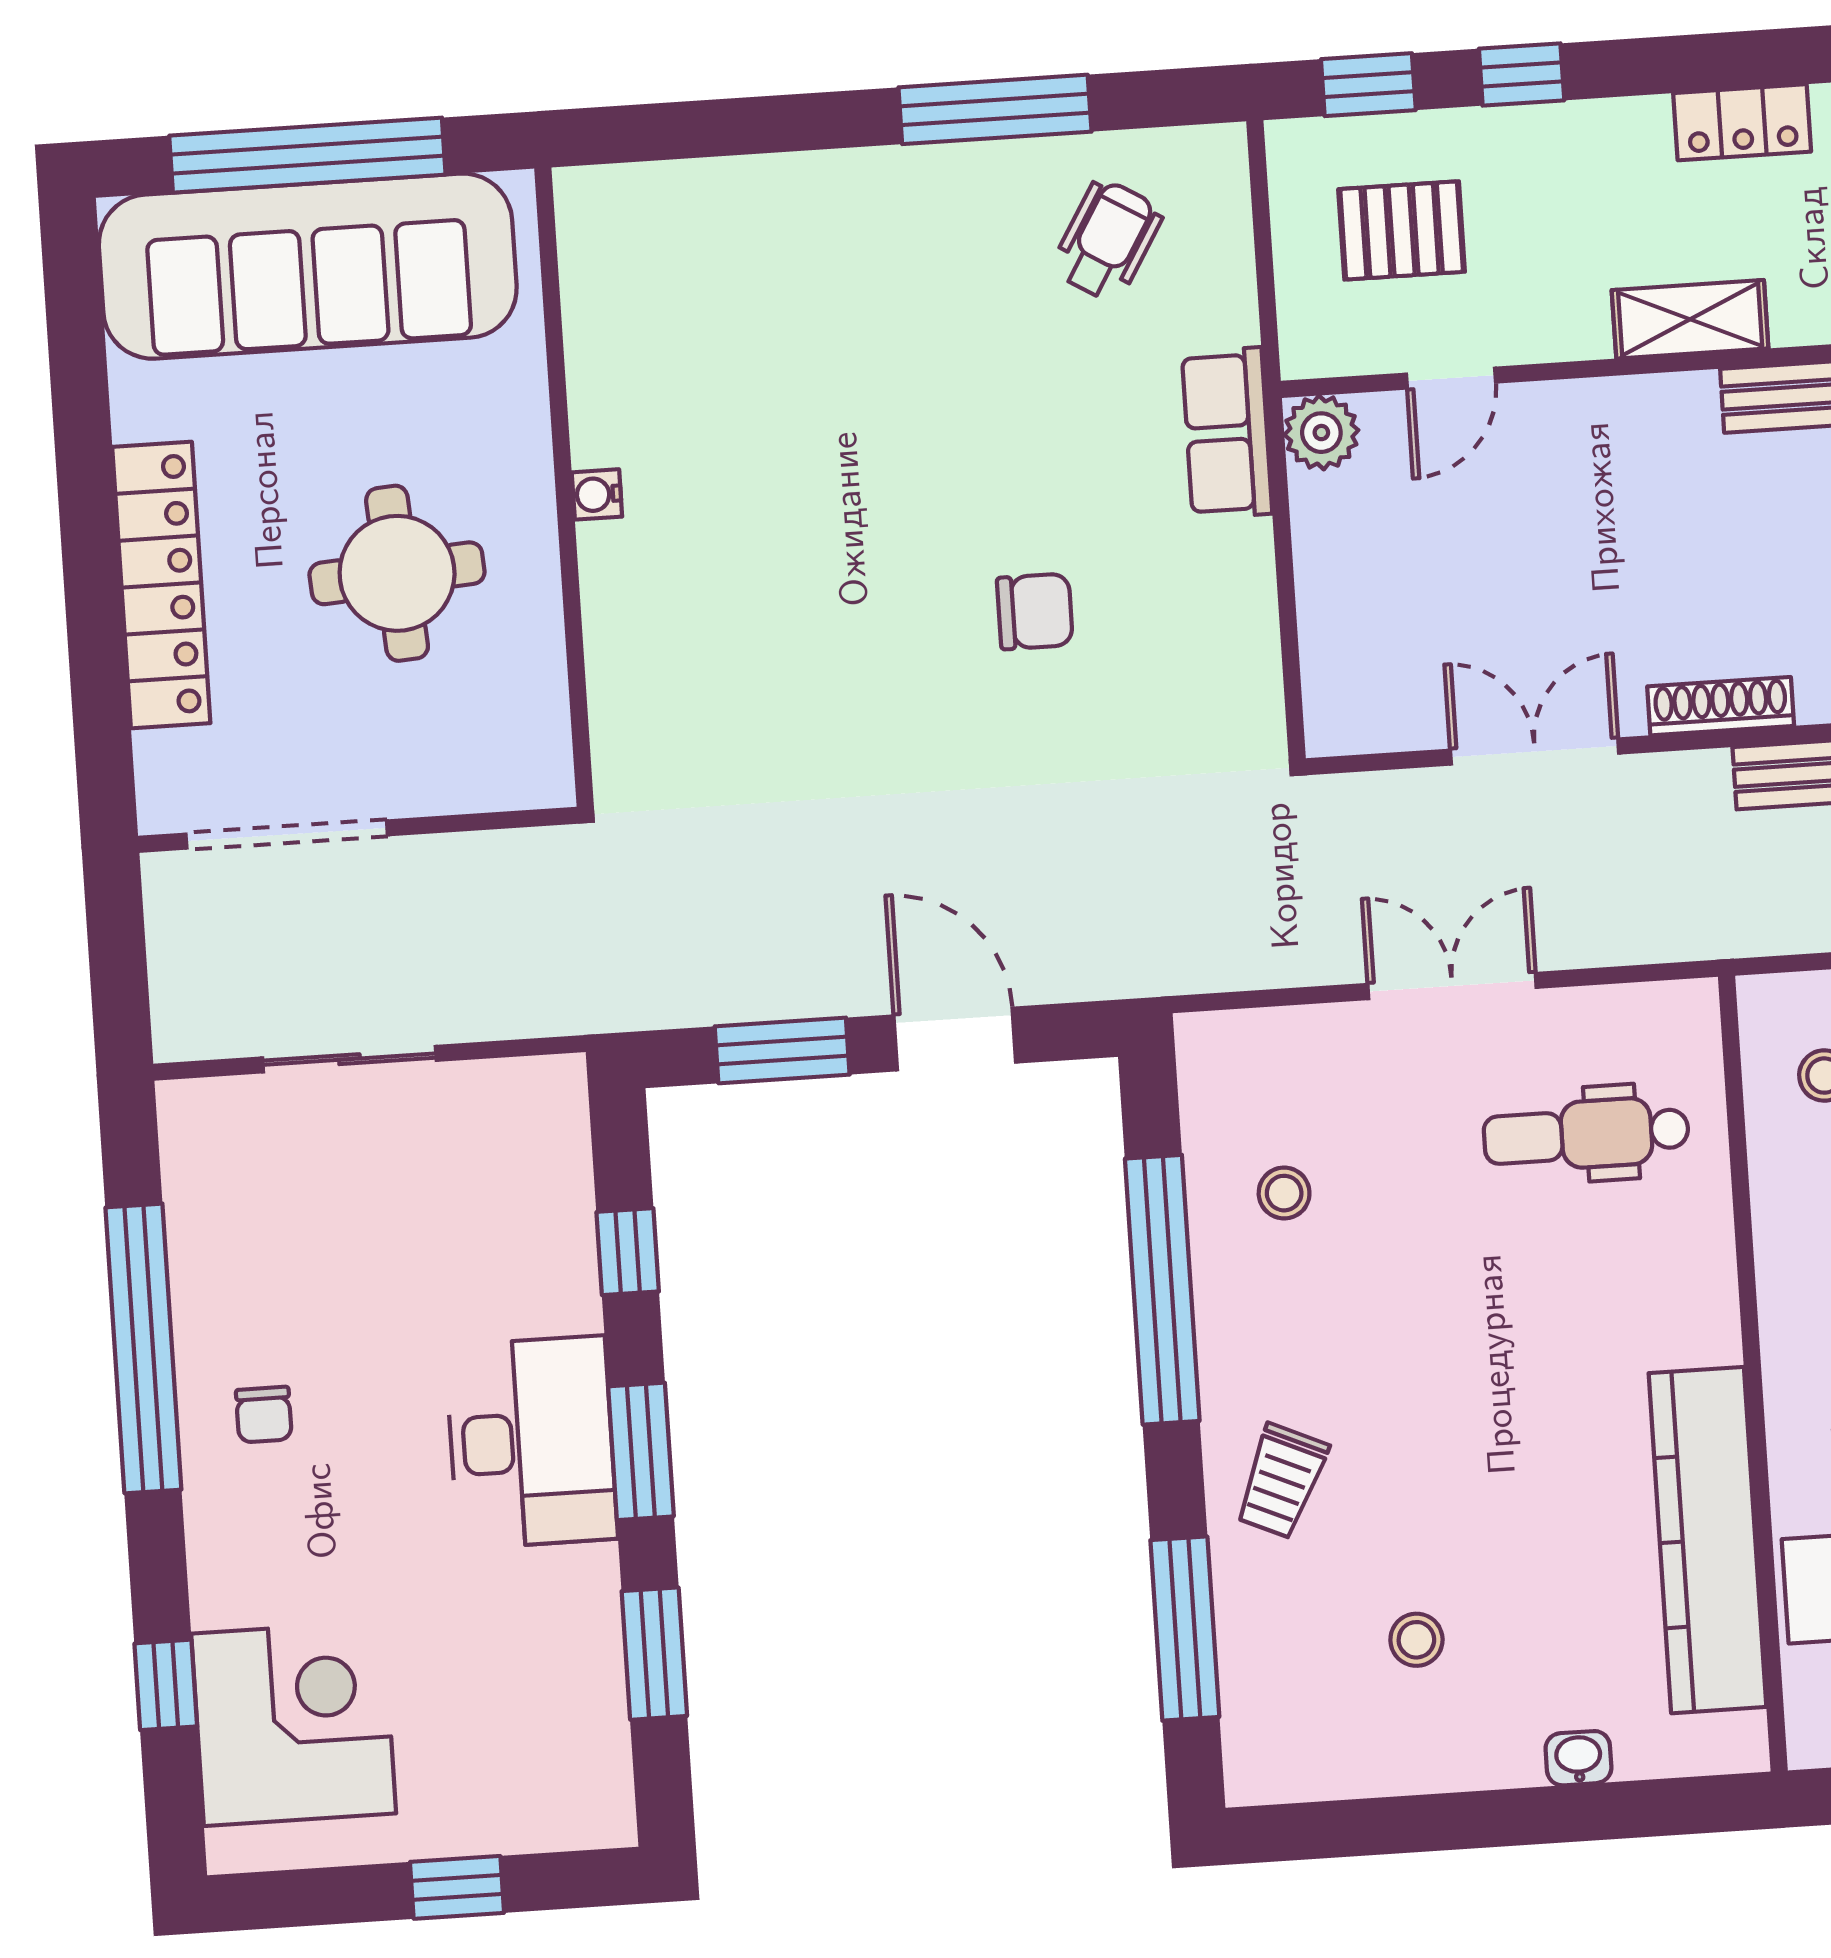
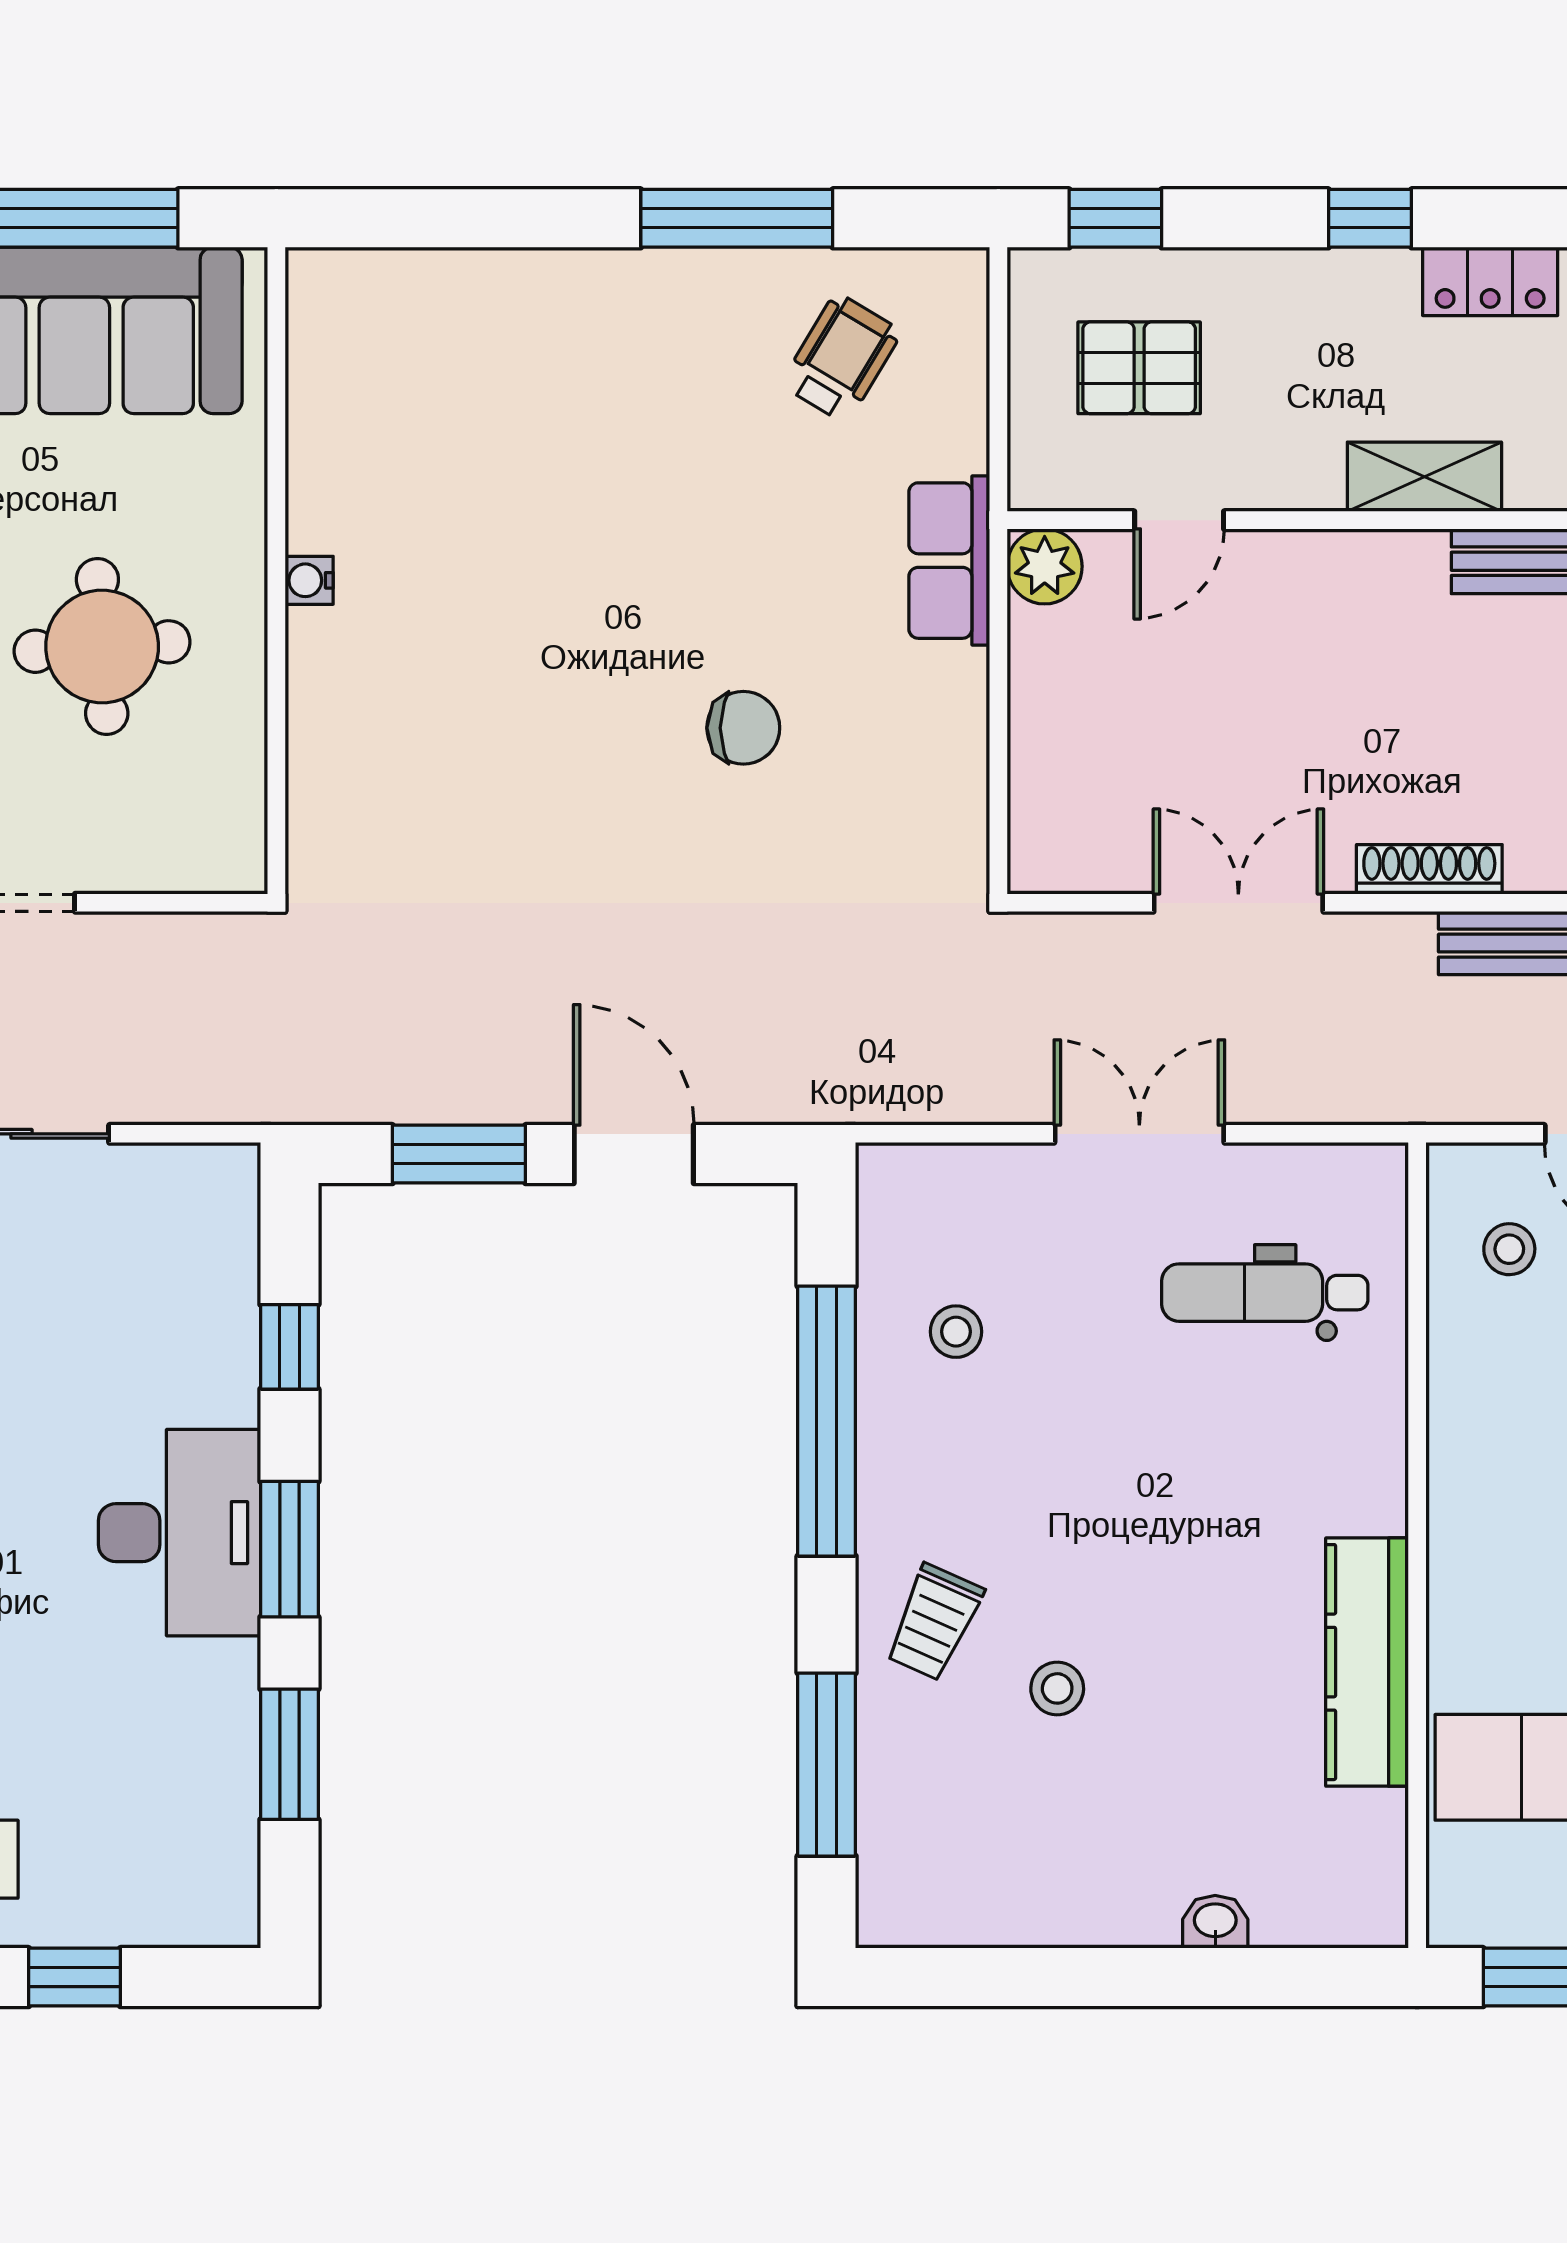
window: (1522, 74) -> (1370, 218), moved
kitchen counter: (1708, 1540) -> (1367, 1662), width x0.72, depth x0.86
stool: (1416, 1640) -> (1057, 1688), moved

